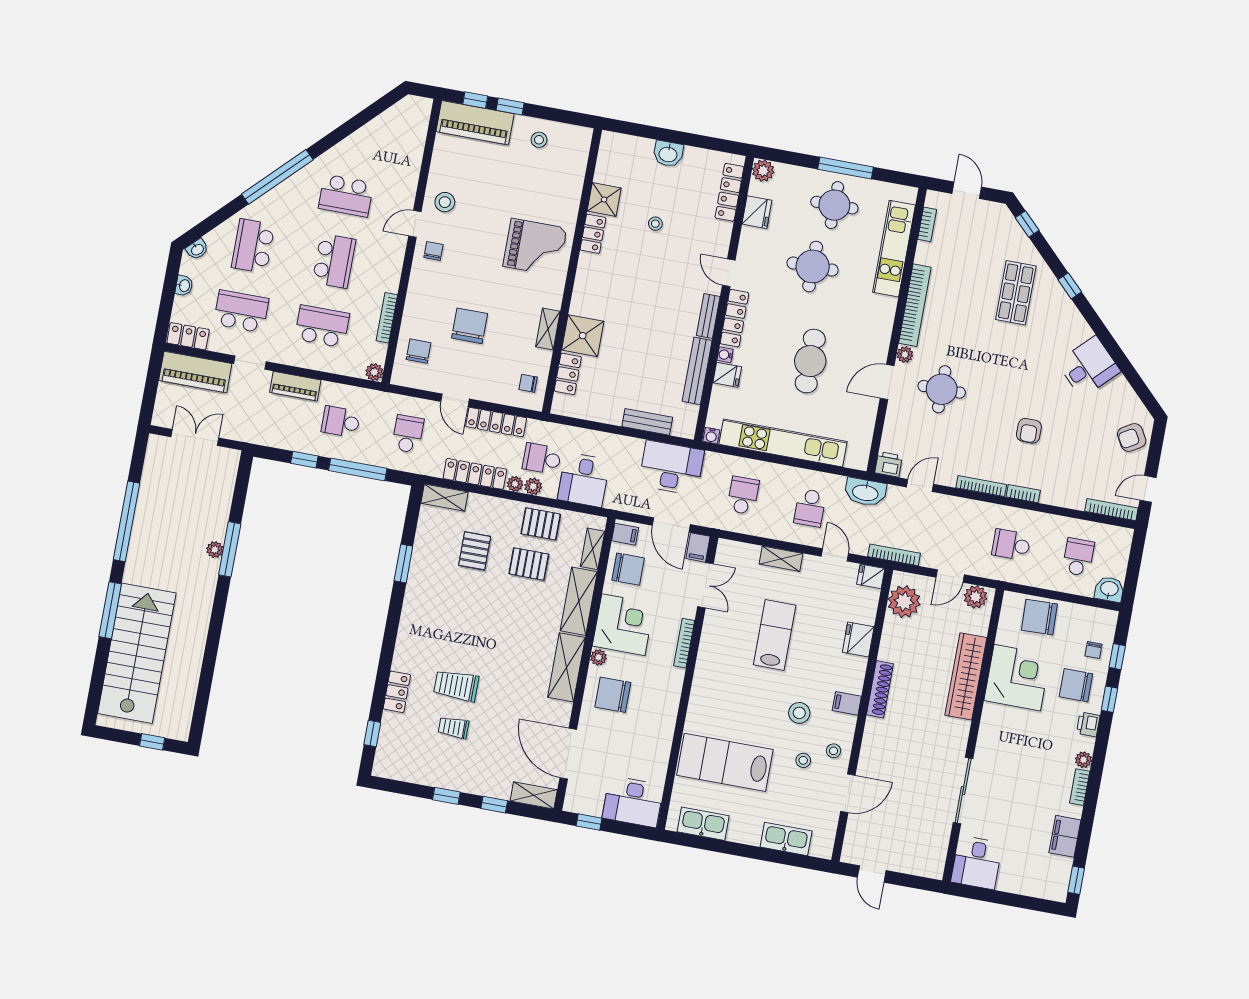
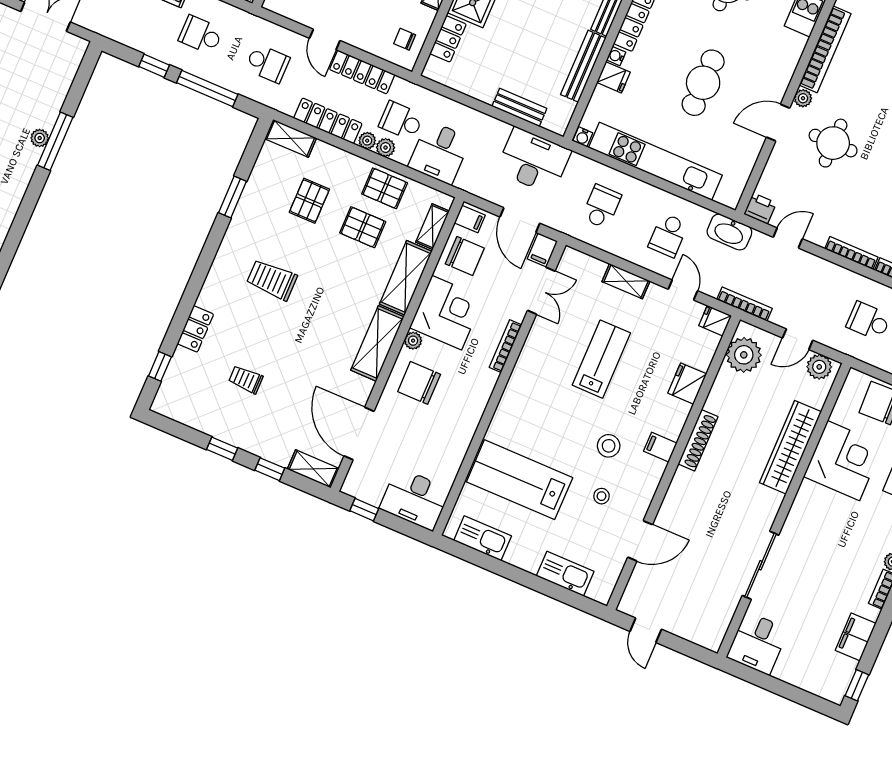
school desk: (408, 434) -> (268, 63), turned 90
trolley: (456, 686) -> (272, 280), moved
stool: (834, 751) -> (635, 493), removed

